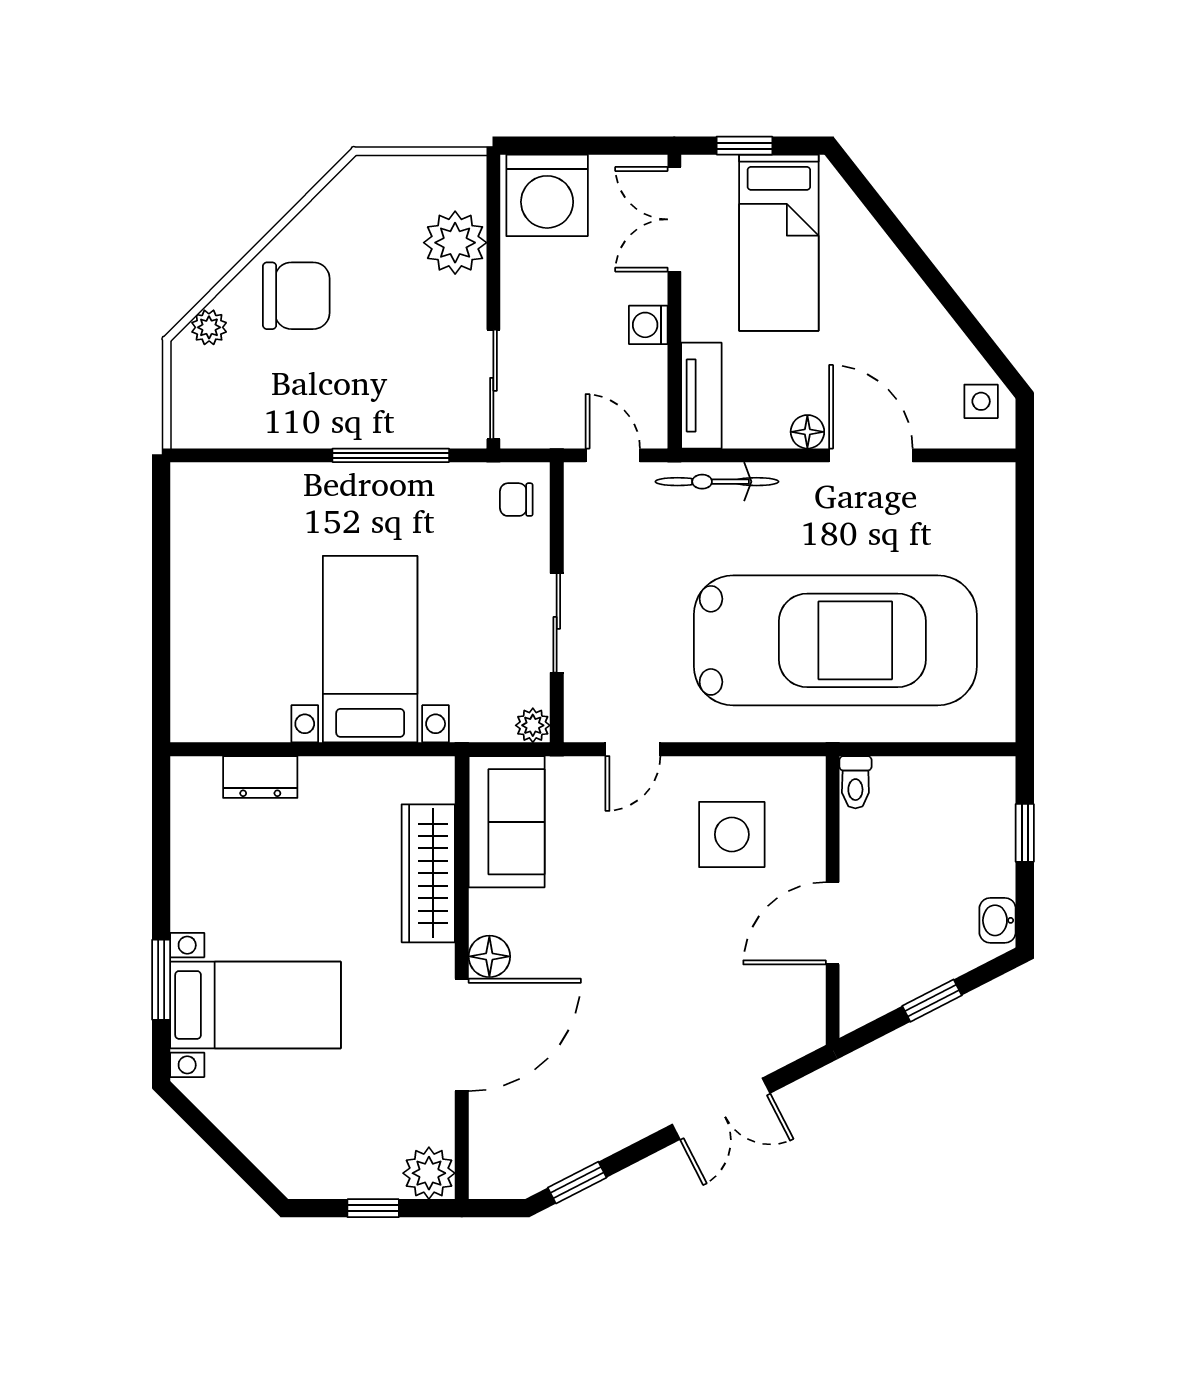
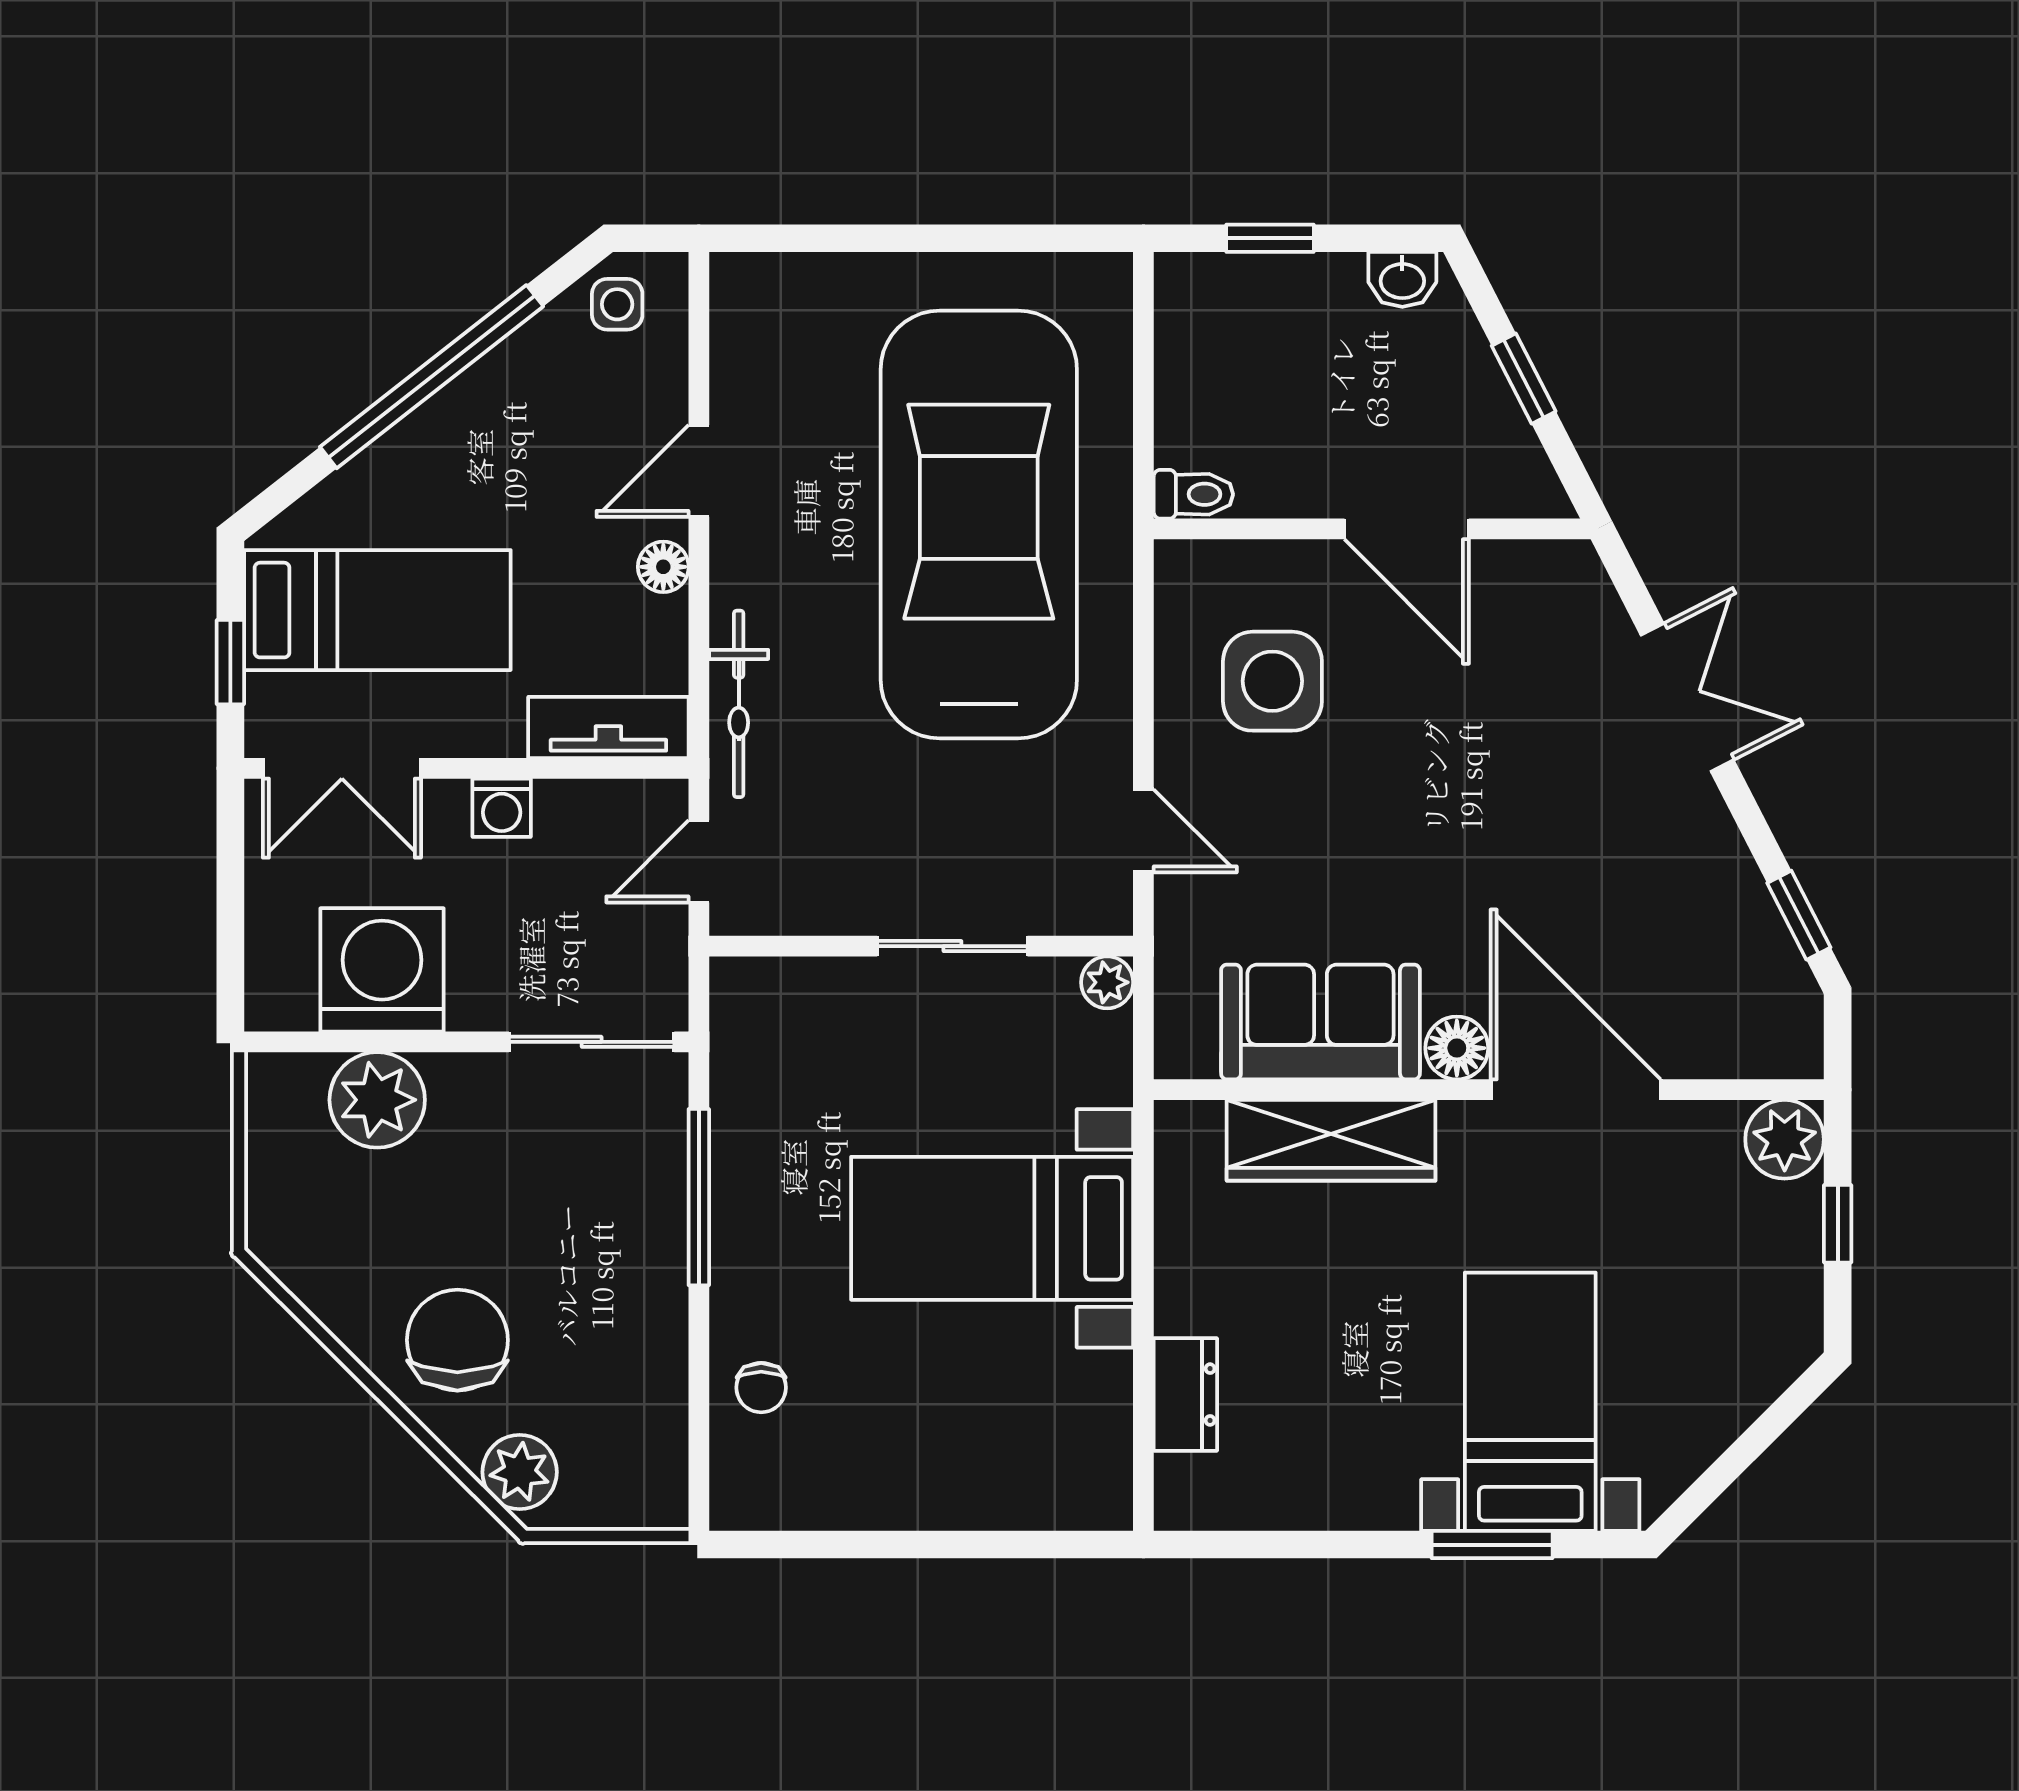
washing machine: (547, 195) -> (382, 970), moved, turned -90
window: (933, 279) -> (432, 377), added
plant: (209, 327) -> (520, 1472), width x1.38, depth x1.38
door: (871, 455) -> (699, 471), width x0.73
chair: (516, 500) -> (761, 1388), moved
sofa: (507, 822) -> (1320, 1022), moved

